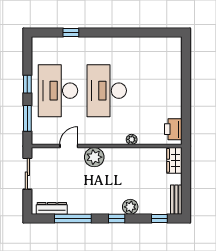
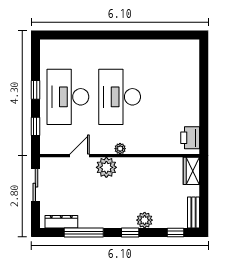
window: (71, 33) -> (82, 35), removed
window: (27, 118) -> (35, 126), width x0.67
plant: (132, 139) -> (120, 149), moved

